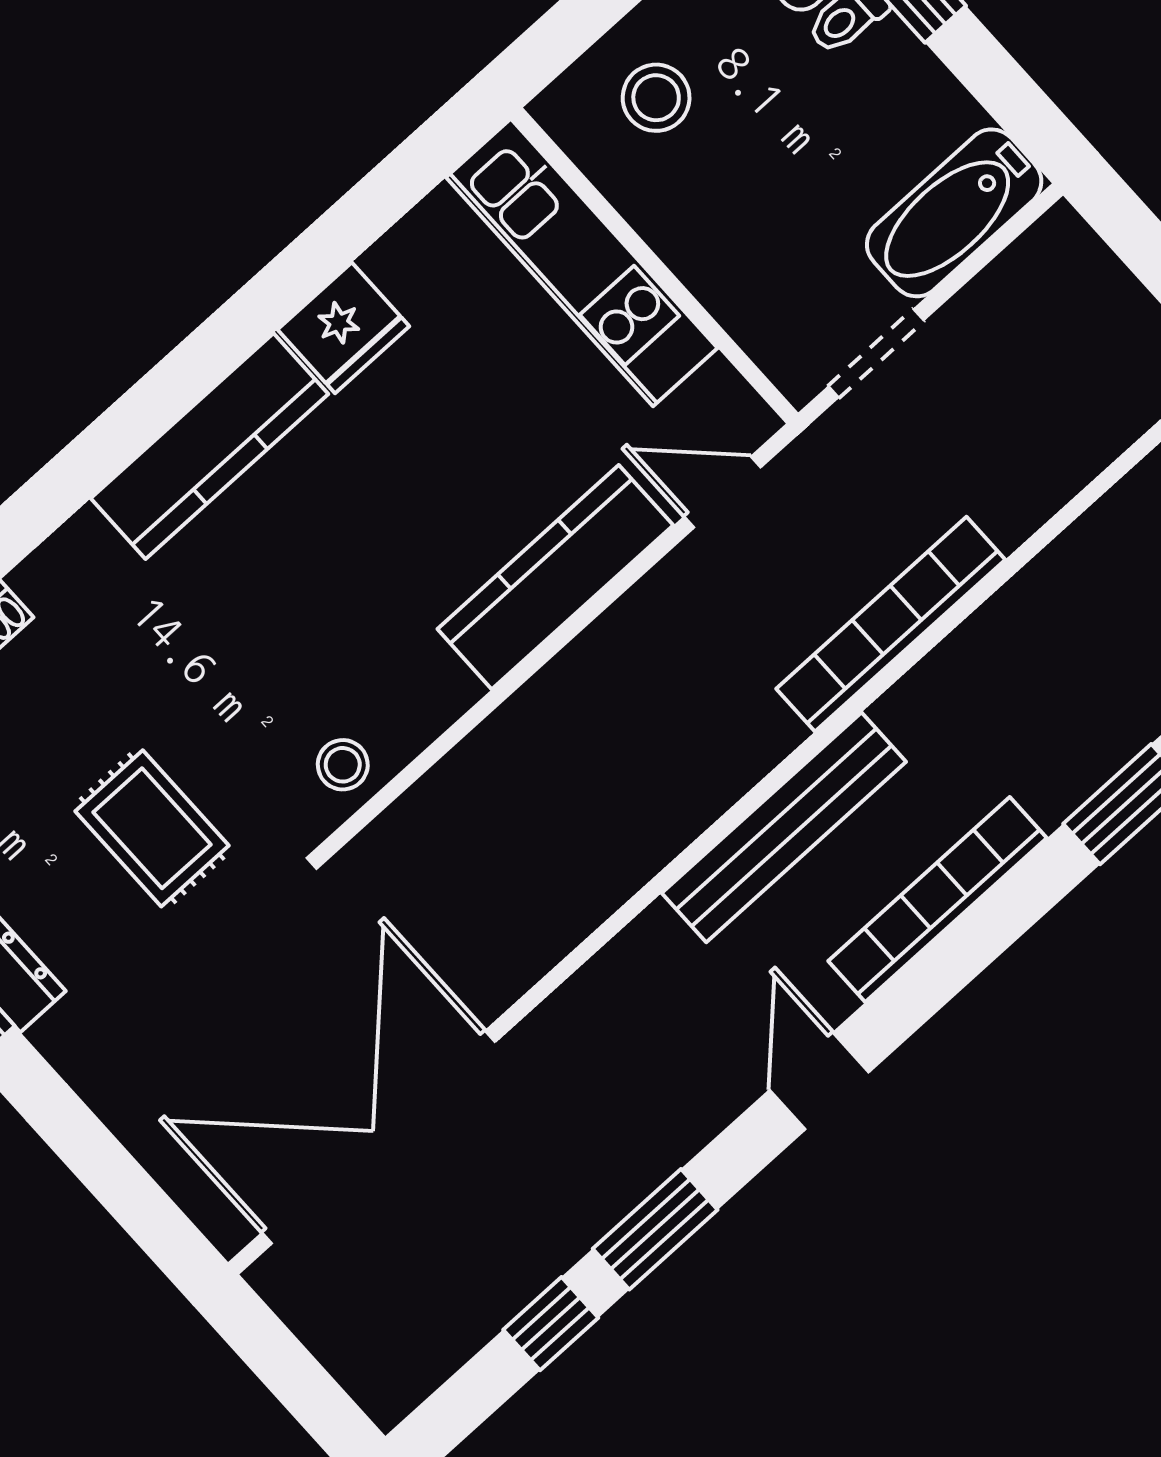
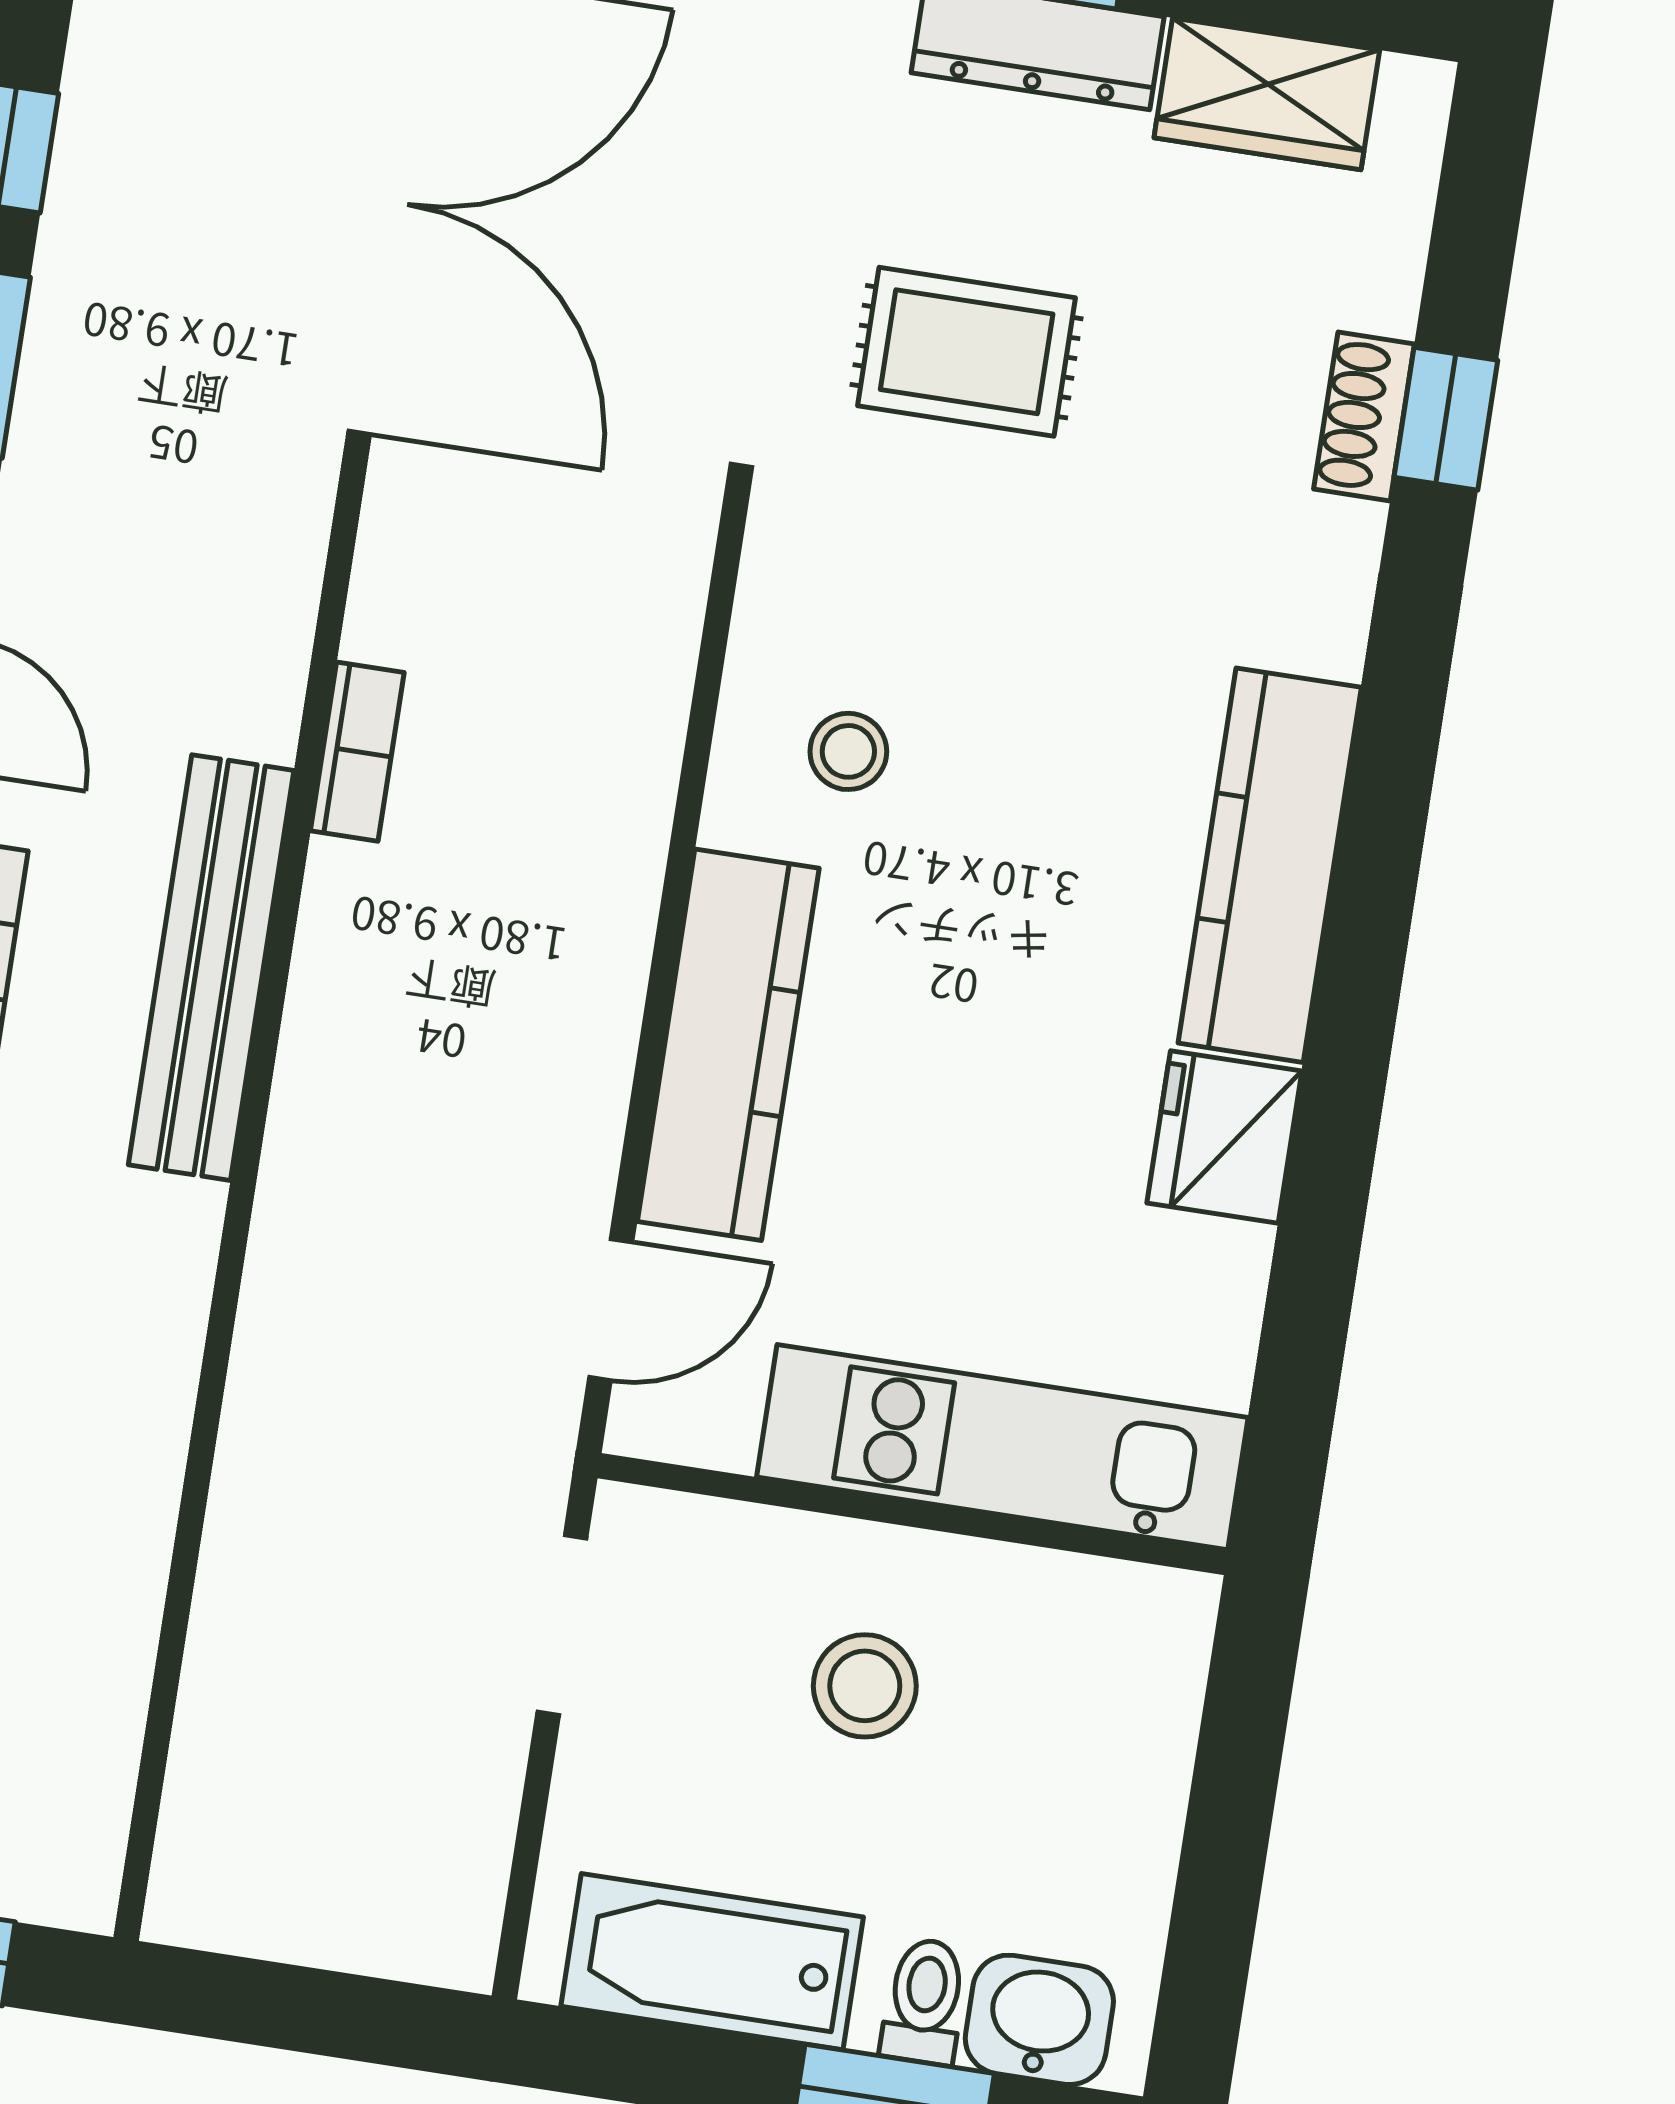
stool: (656, 98) -> (865, 1686), moved
bathtub: (954, 213) -> (712, 1962), moved, turned -90
bookcase: (891, 624) -> (357, 752), moved, width x0.43, depth x0.76
stool: (343, 765) -> (848, 751), moved

